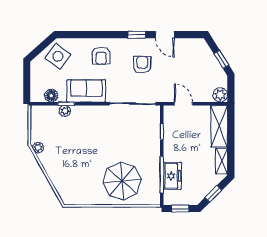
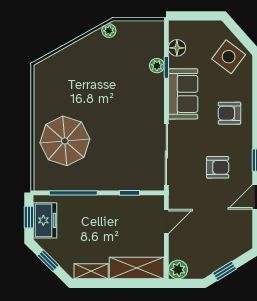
freezer: (172, 176) -> (45, 220), moved, turned -90

